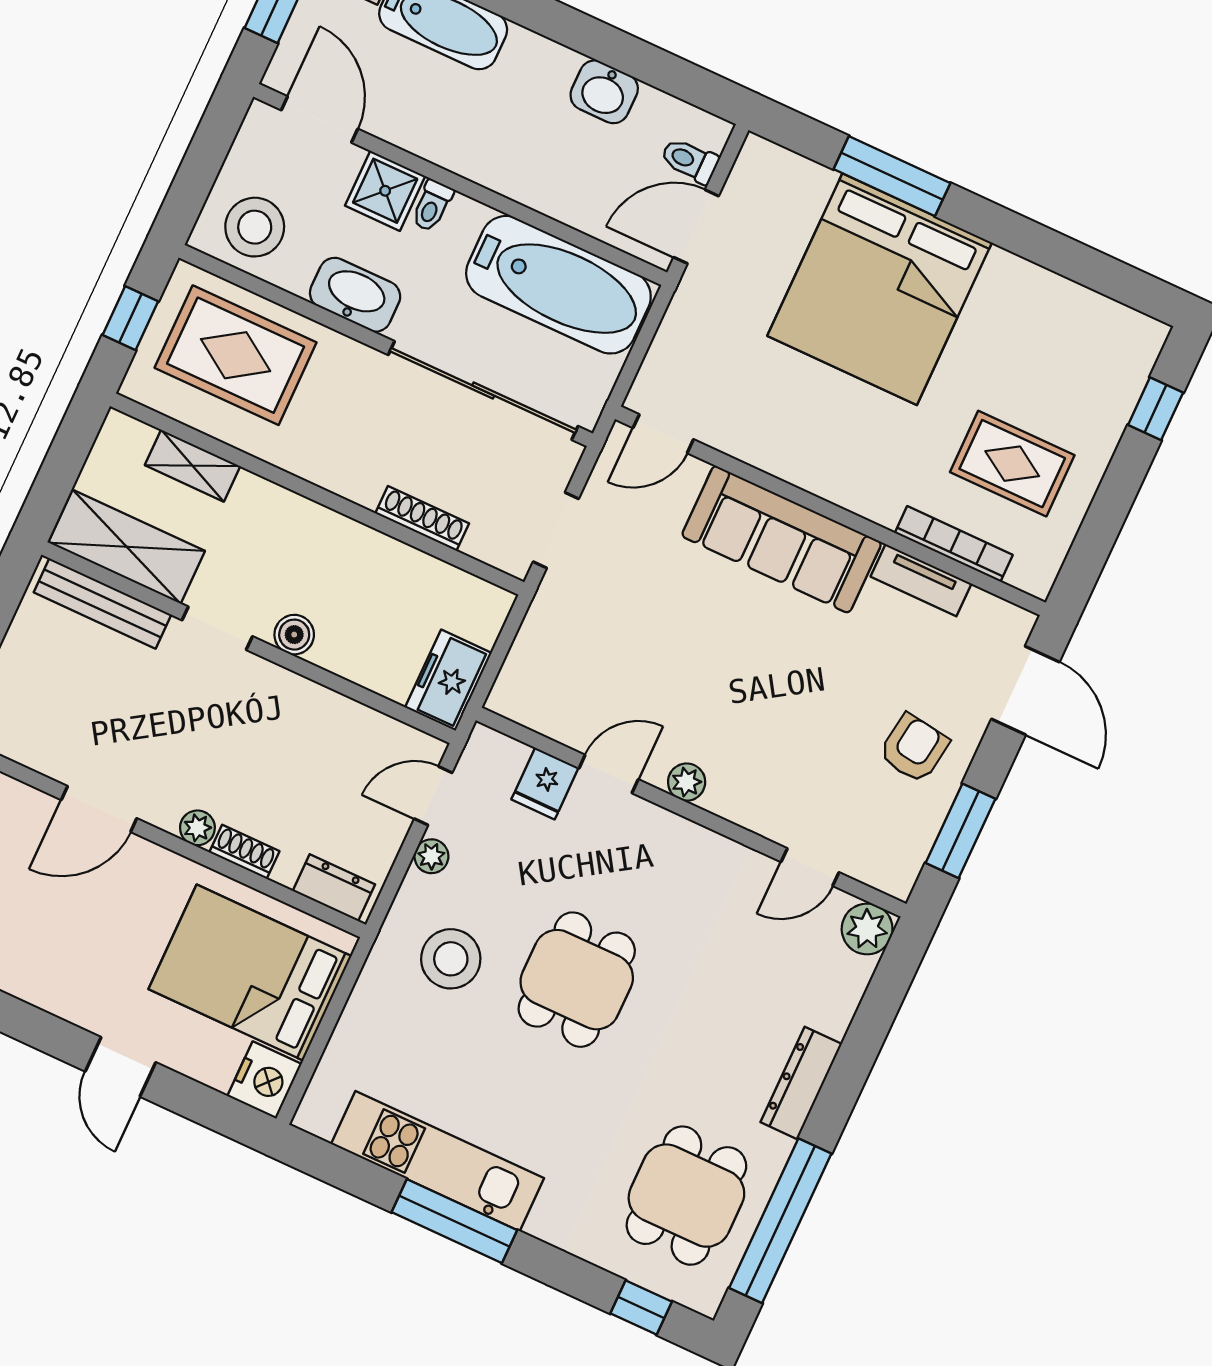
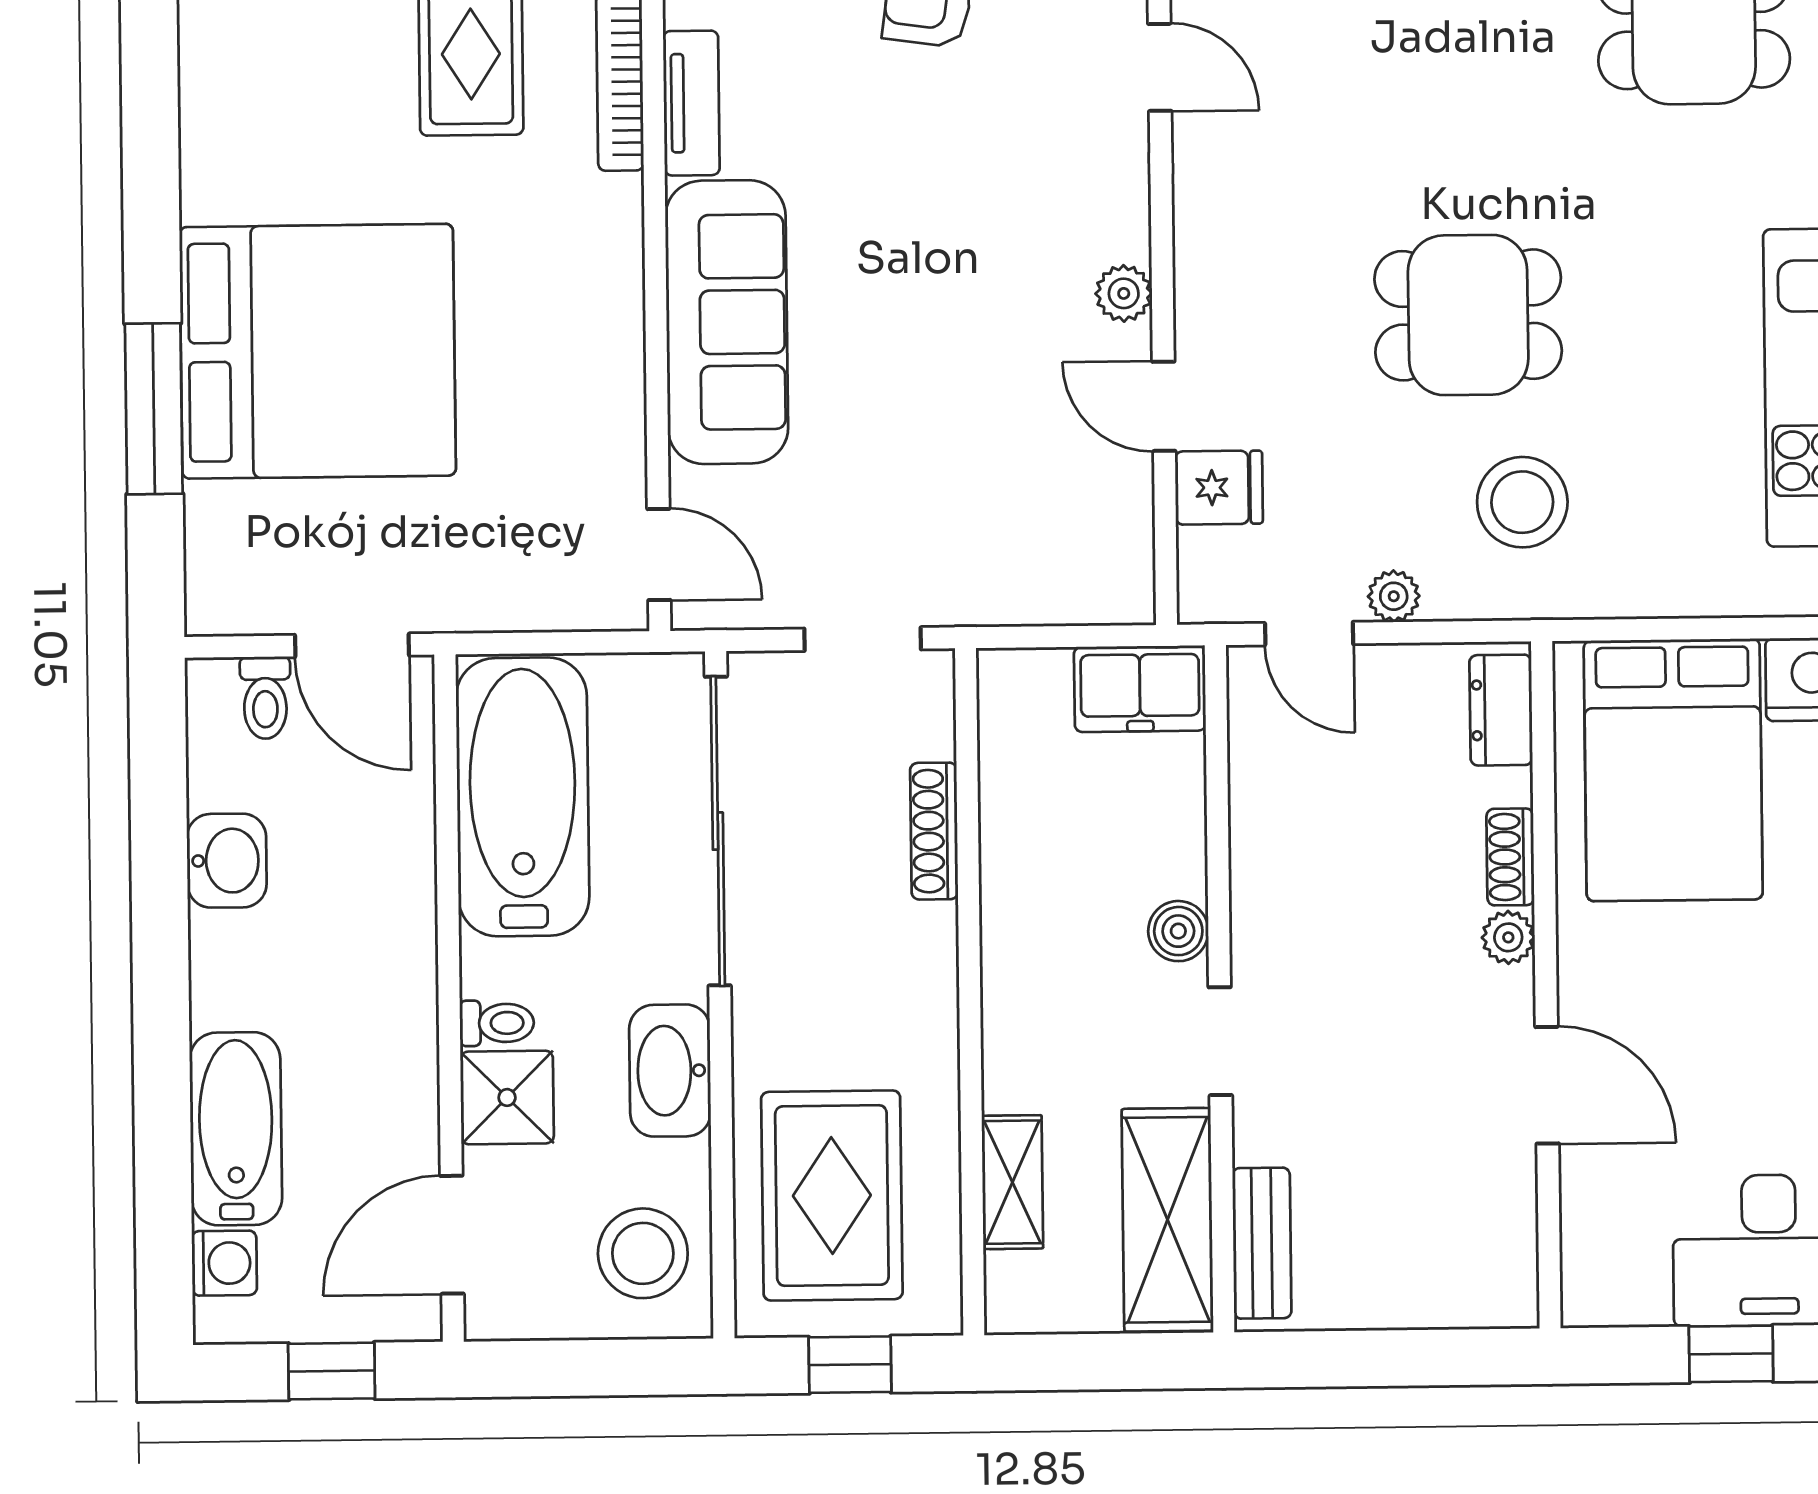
bench: (102, 603) -> (1262, 1243), width x0.73

